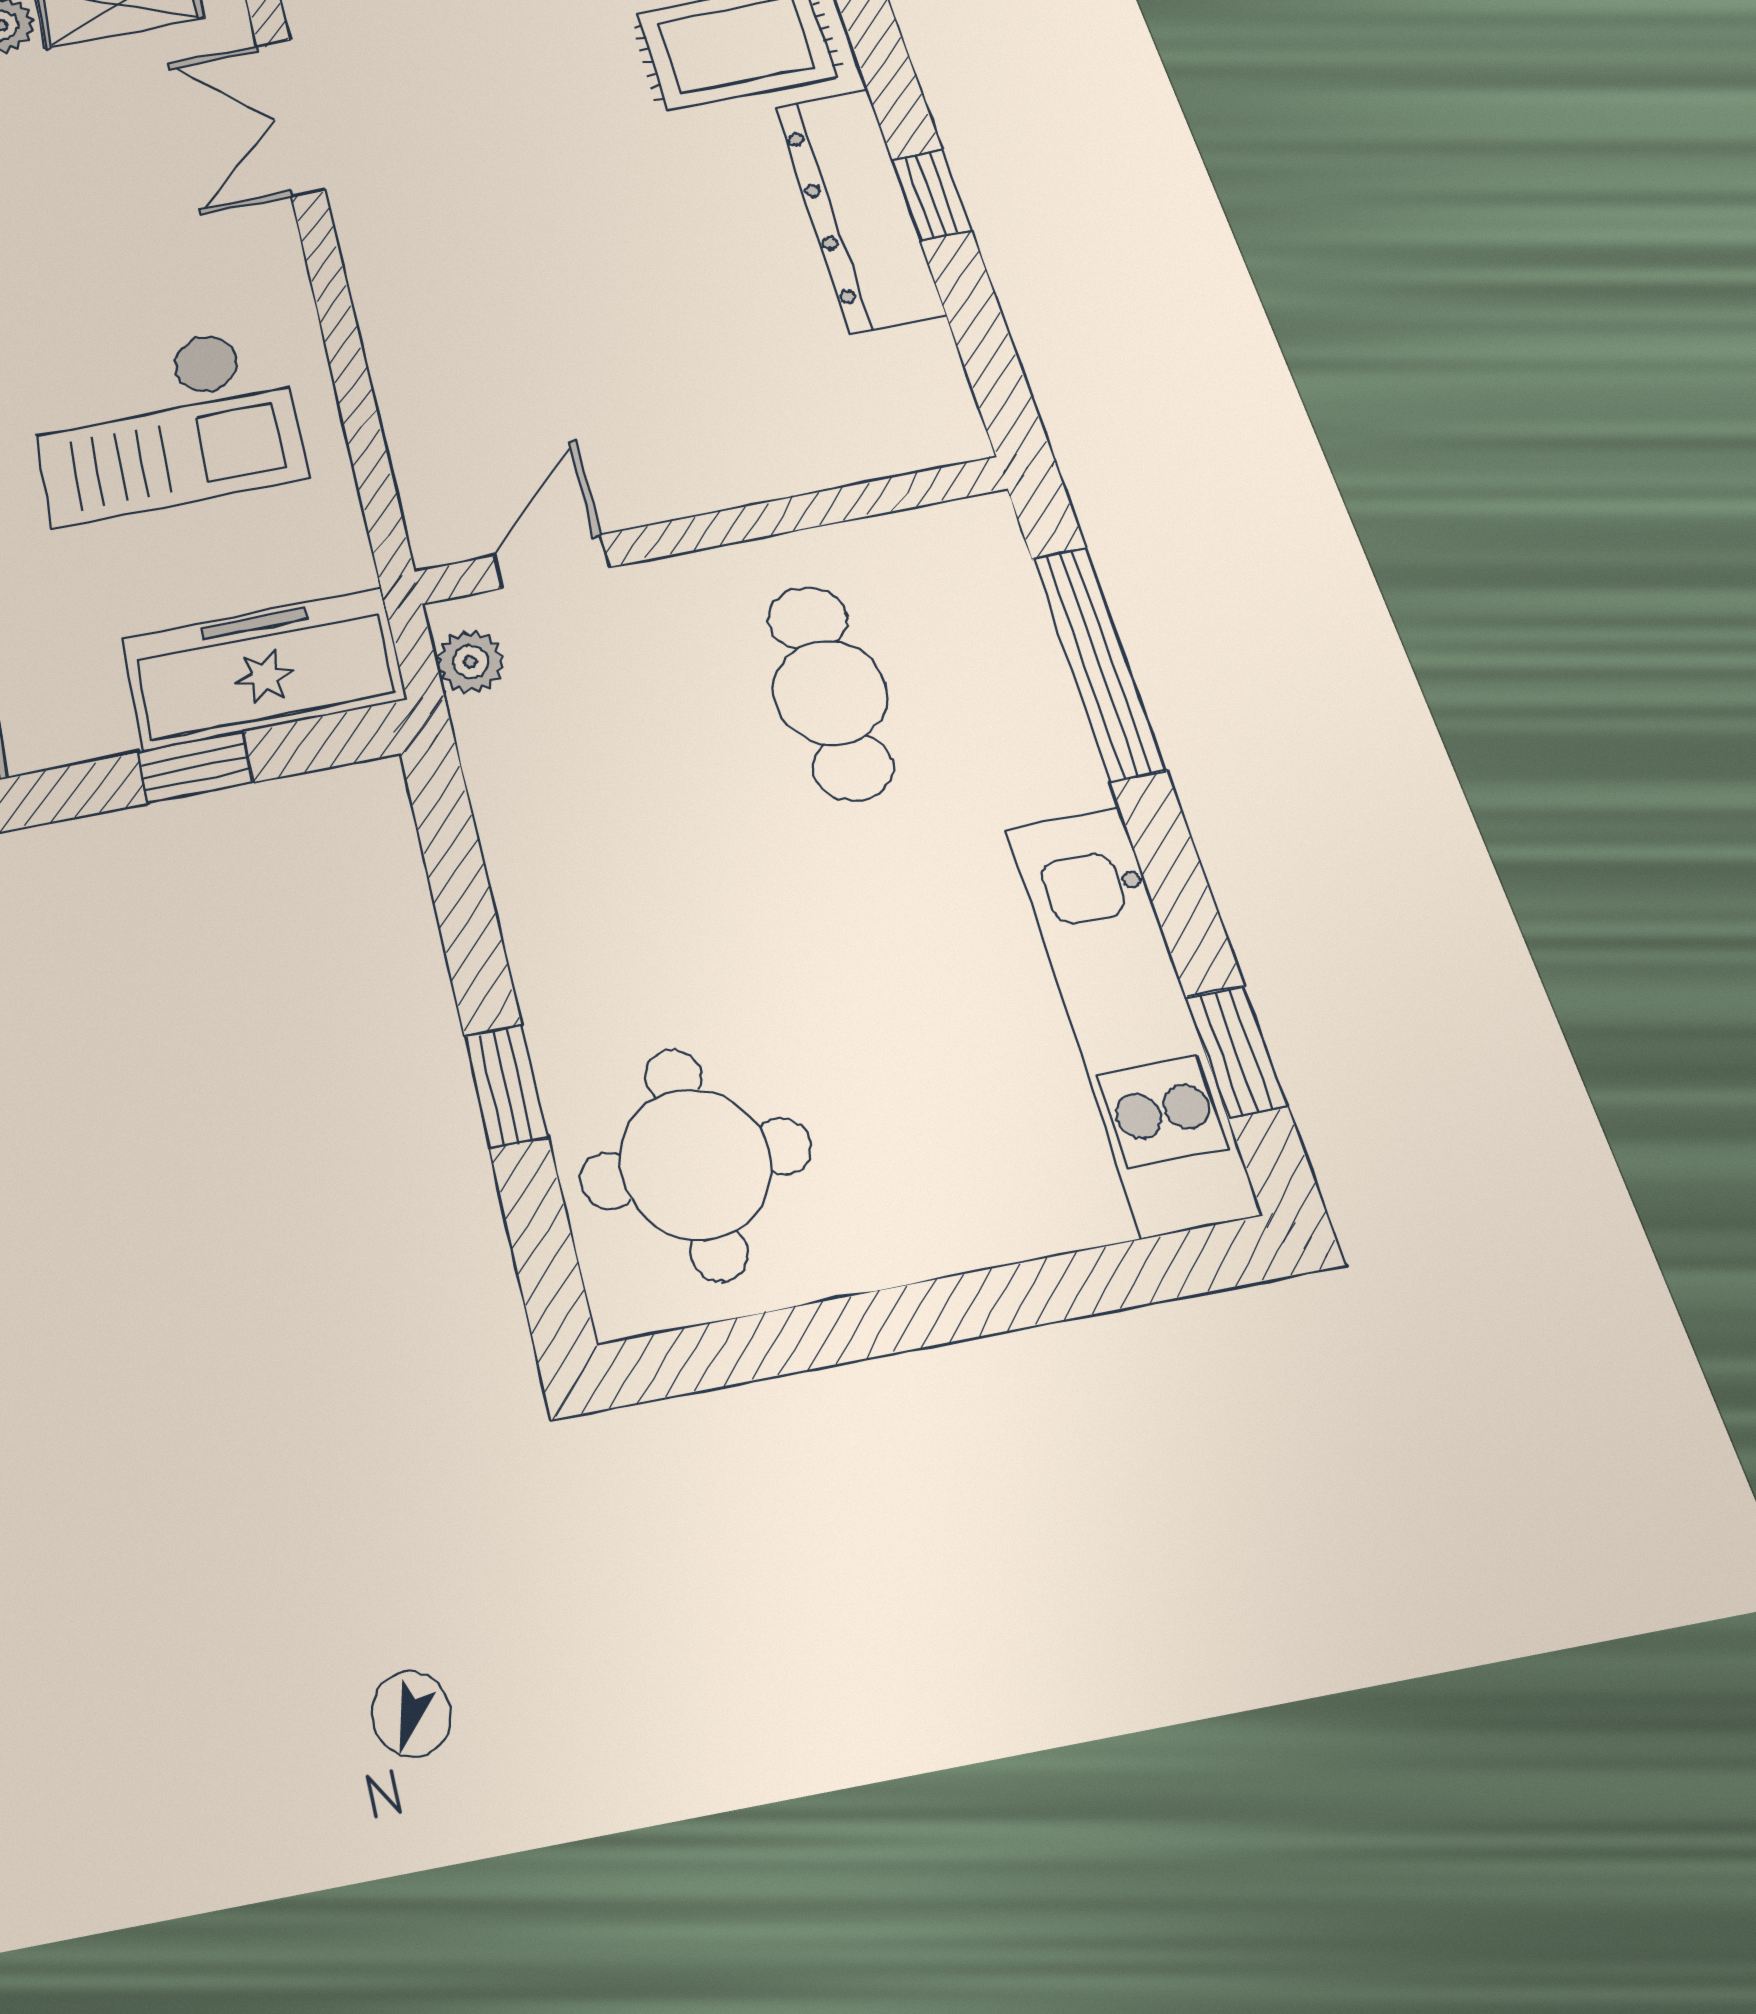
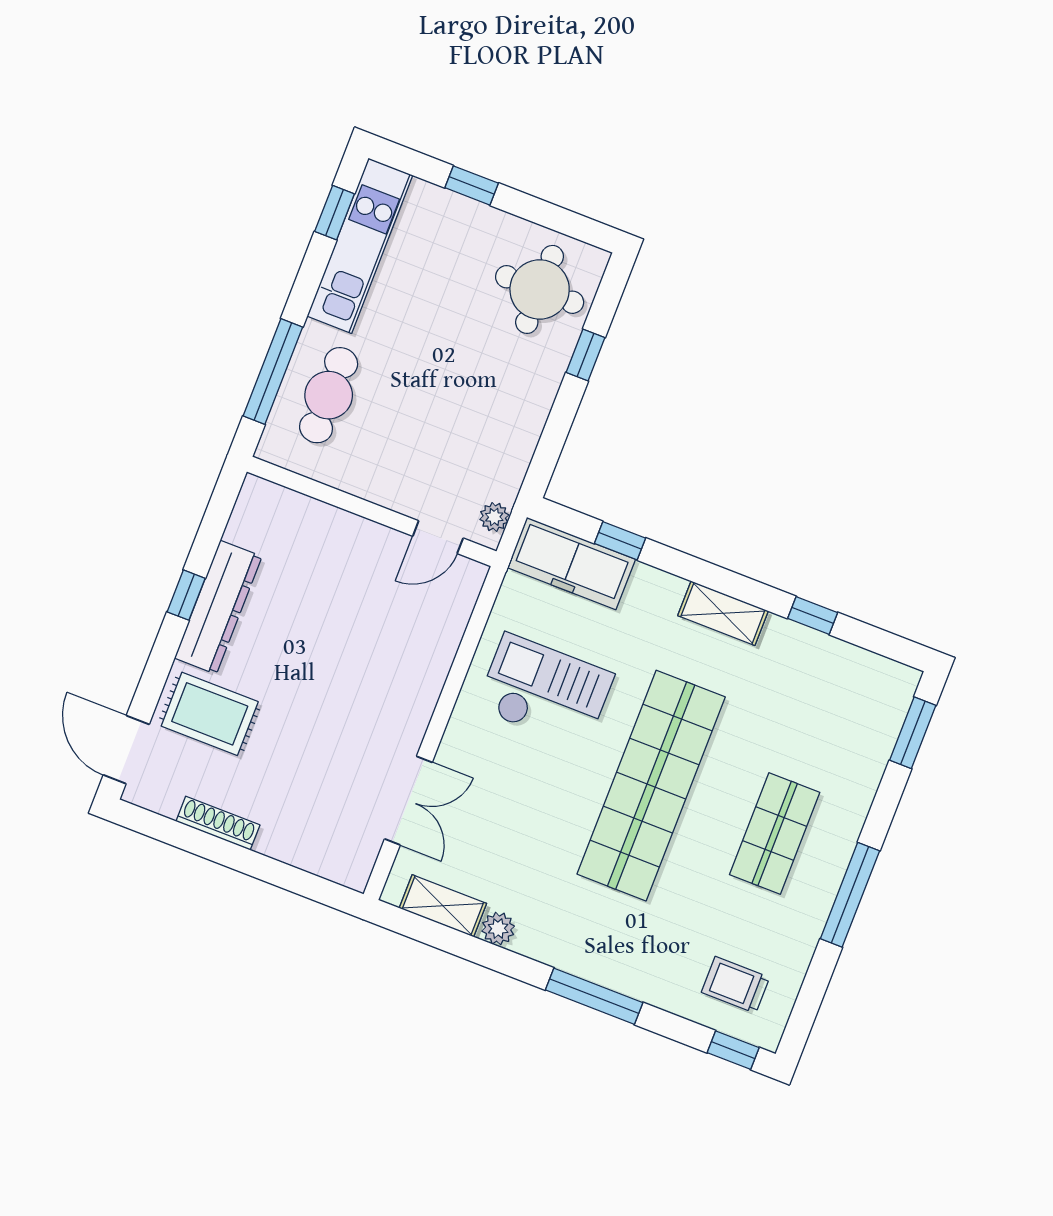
cafe table: (830, 692) -> (329, 395), moved
window: (1002, 1299) -> (472, 185), added

